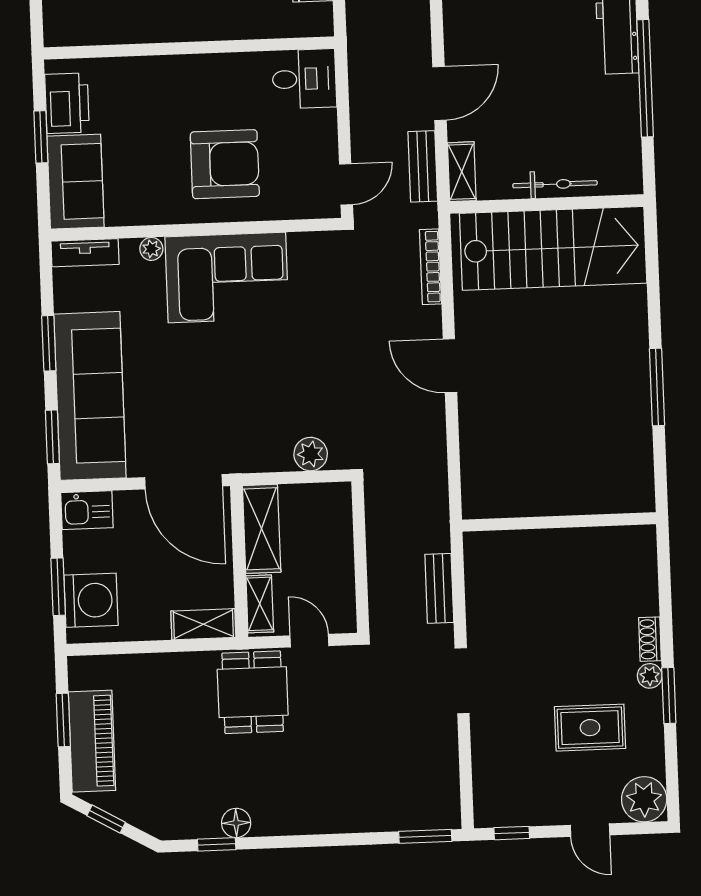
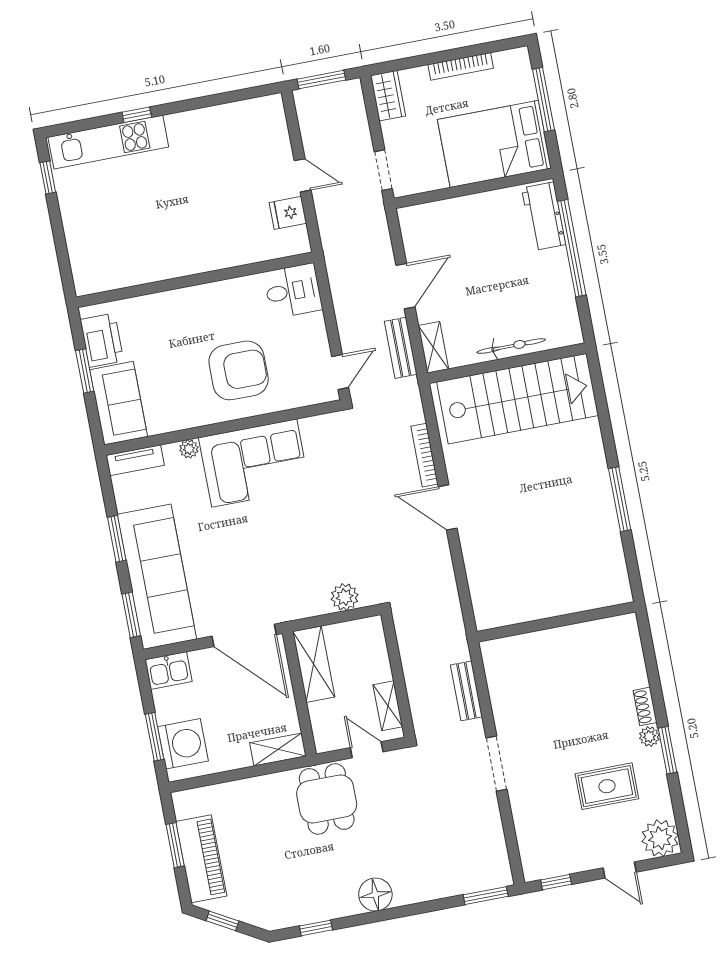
bookcase: (430, 267) -> (424, 455), moved
shelving: (260, 604) -> (388, 706), moved
floor lamp: (236, 823) -> (375, 895), moved, width x1.38, depth x1.38

